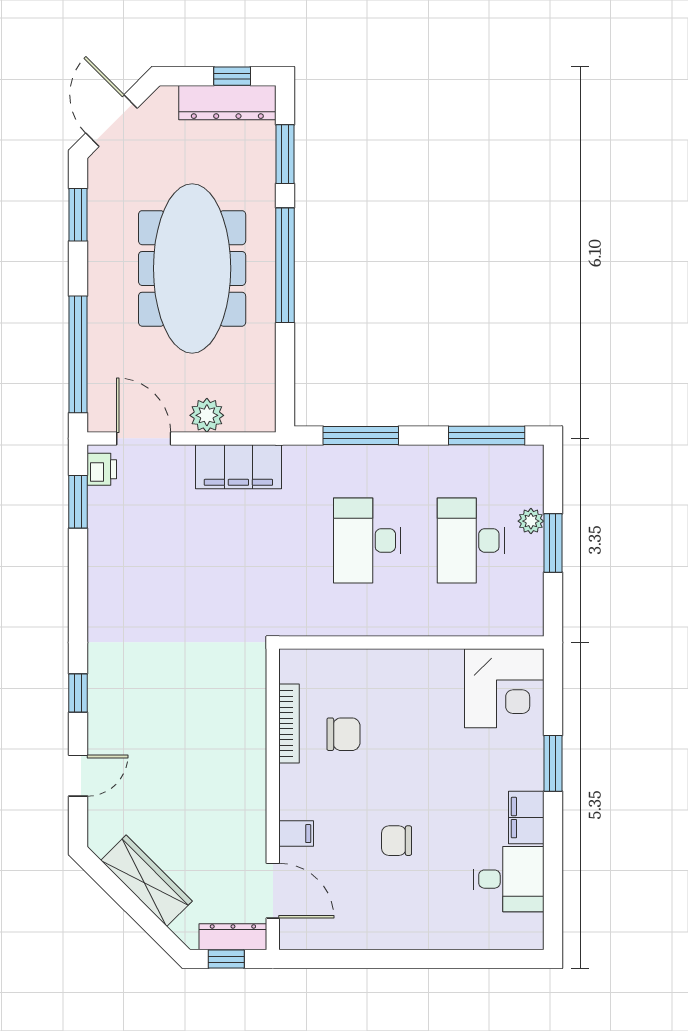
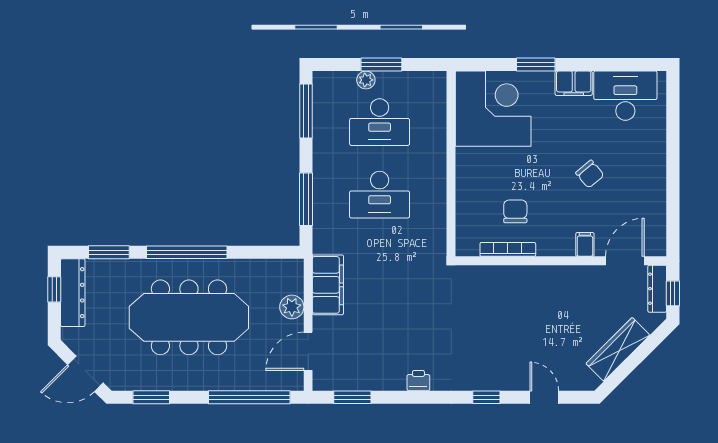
printer: (102, 469) -> (418, 381), moved
corner desk: (504, 688) -> (493, 109), width x1.36, depth x1.36
chair: (397, 841) -> (590, 174), turned -40
desk: (508, 879) -> (625, 96), width x1.37

